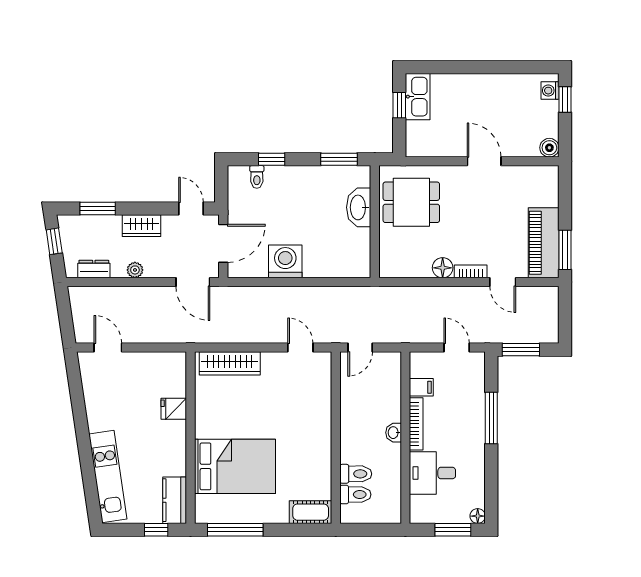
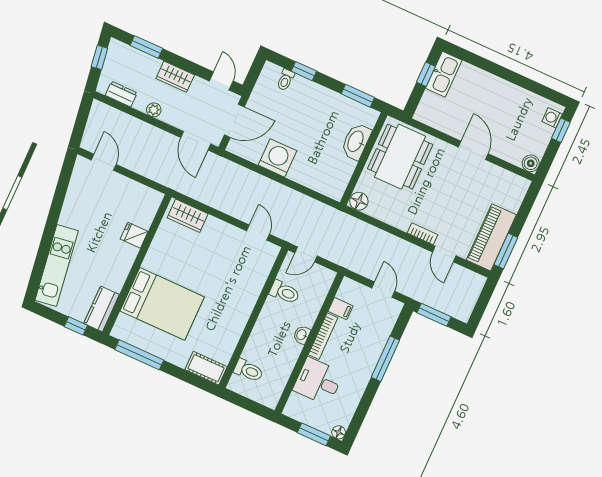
dining table: (411, 202) -> (400, 157), width x1.38
floor lamp: (443, 268) -> (359, 201), moved
wardrobe: (230, 363) -> (188, 216), width x0.67
toilet: (356, 474) -> (285, 292), moved

